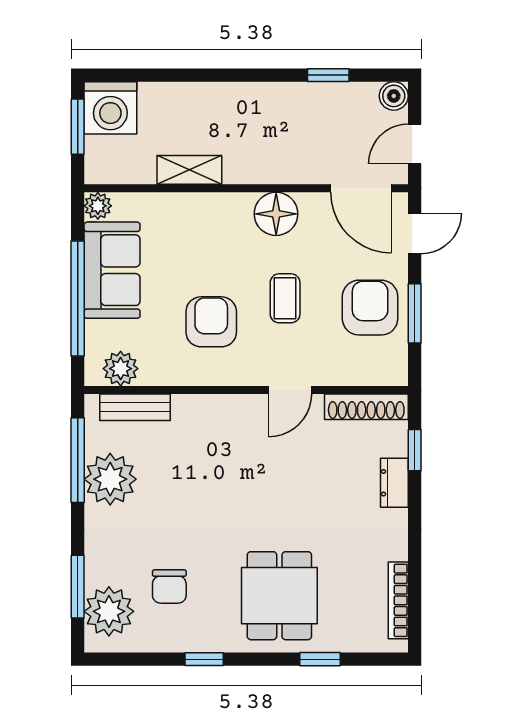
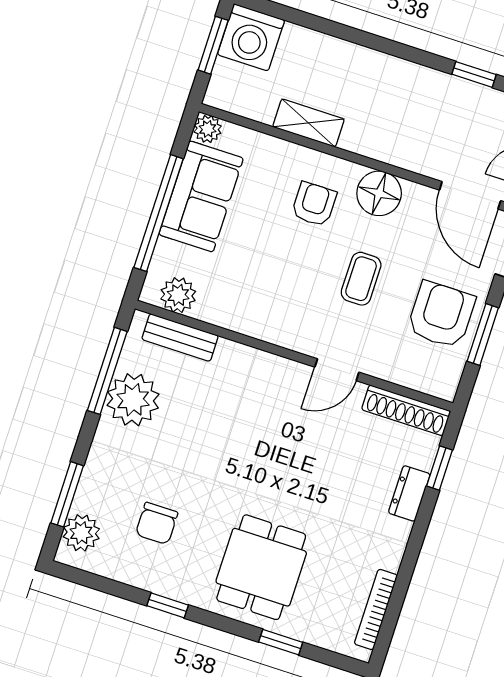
armchair: (211, 322) -> (314, 204), moved, width x0.72, depth x0.72
plant: (109, 611) -> (81, 533), width x0.73, depth x0.73

